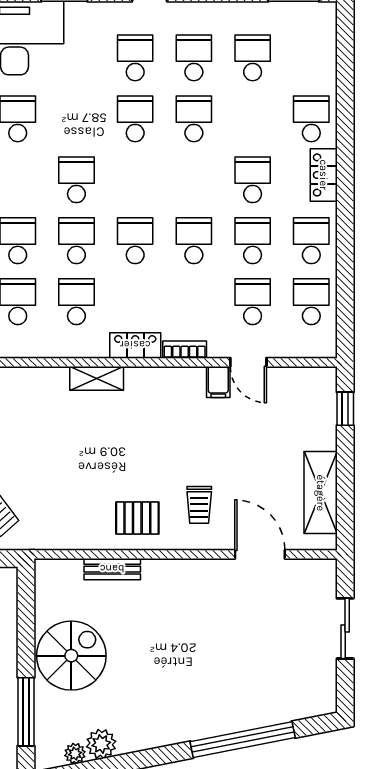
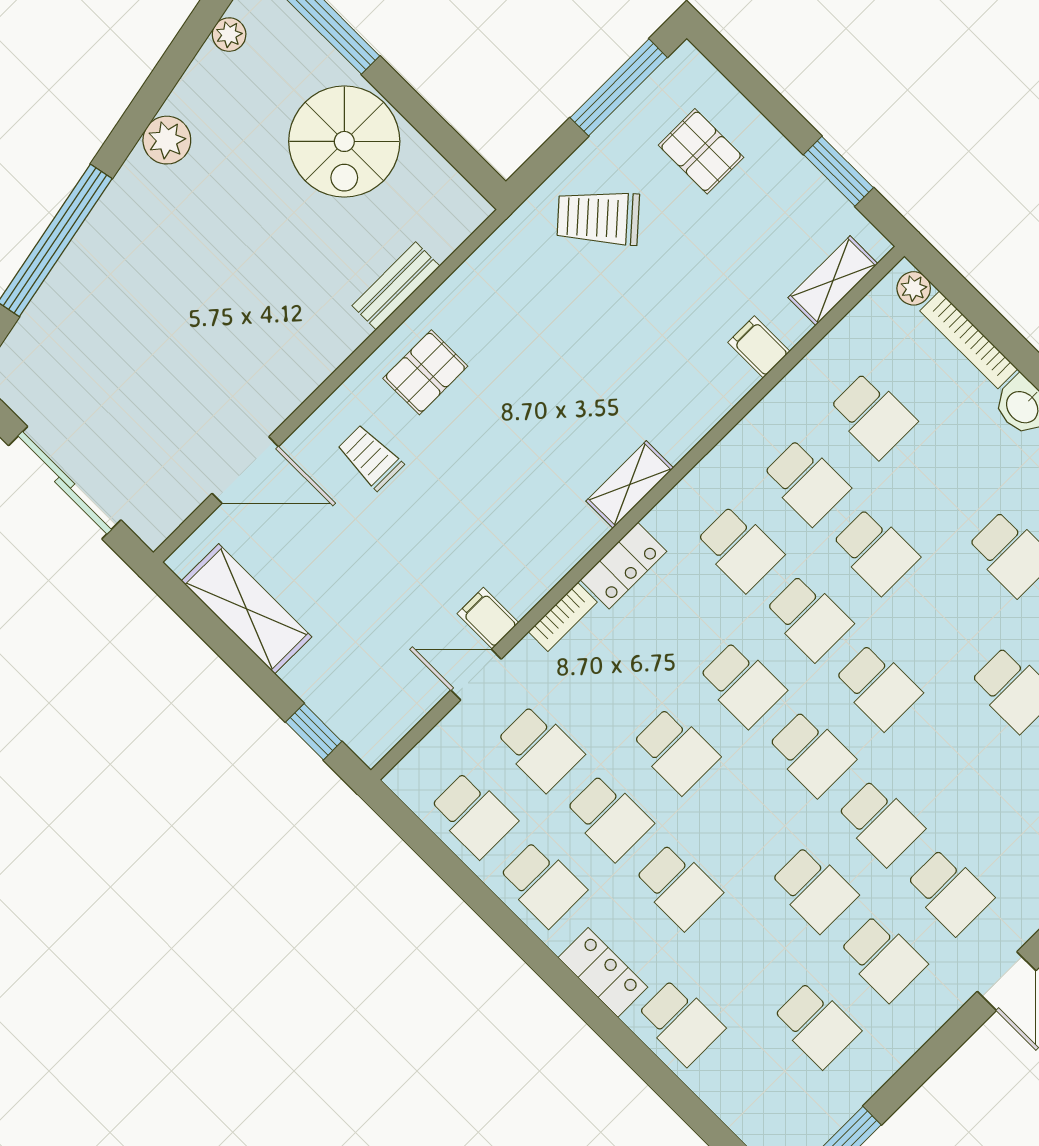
school desk: (135, 180) -> (811, 753), added
sliding door: (345, 628) -> (65, 483), width x1.37
plant: (101, 744) -> (167, 140), moved

